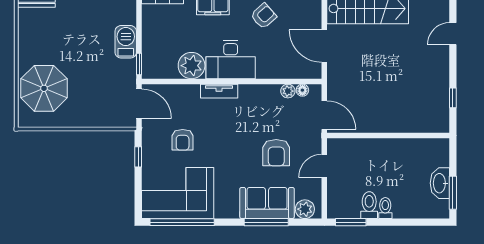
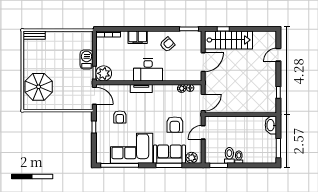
door: (324, 46) -> (203, 62), swing flipped
plant: (192, 66) -> (104, 73), moved
door: (324, 115) -> (203, 103), hinge flipped
washbasin: (440, 183) -> (271, 125), moved
corner sofa: (178, 193) -> (132, 148), moved

